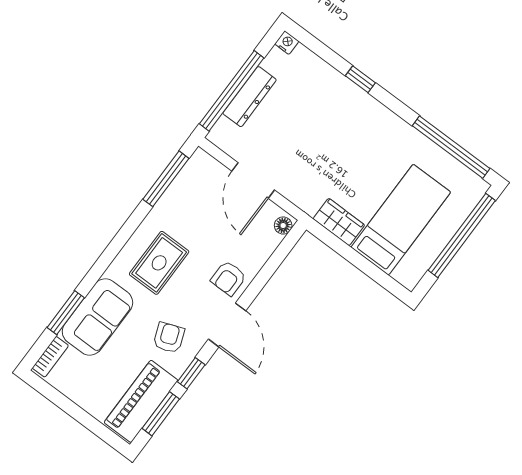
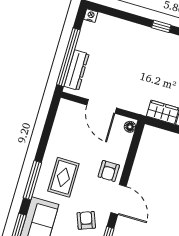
window: (360, 79) -> (161, 26), moved
dresser: (250, 97) -> (77, 70), moved
window: (166, 179) -> (32, 180), moved

